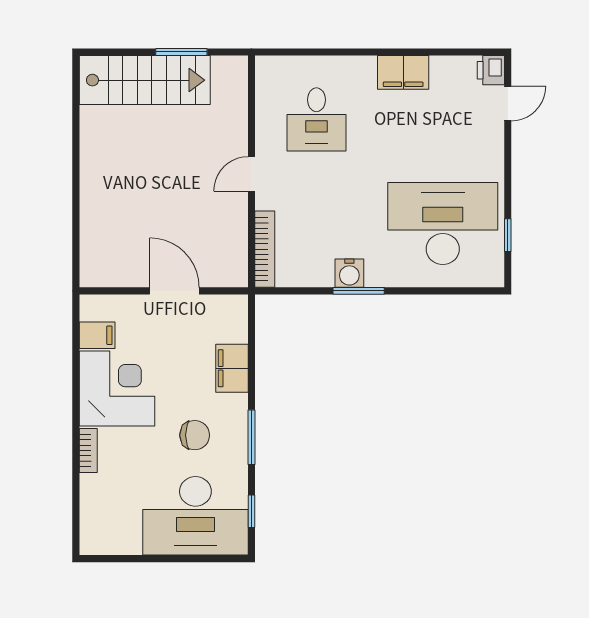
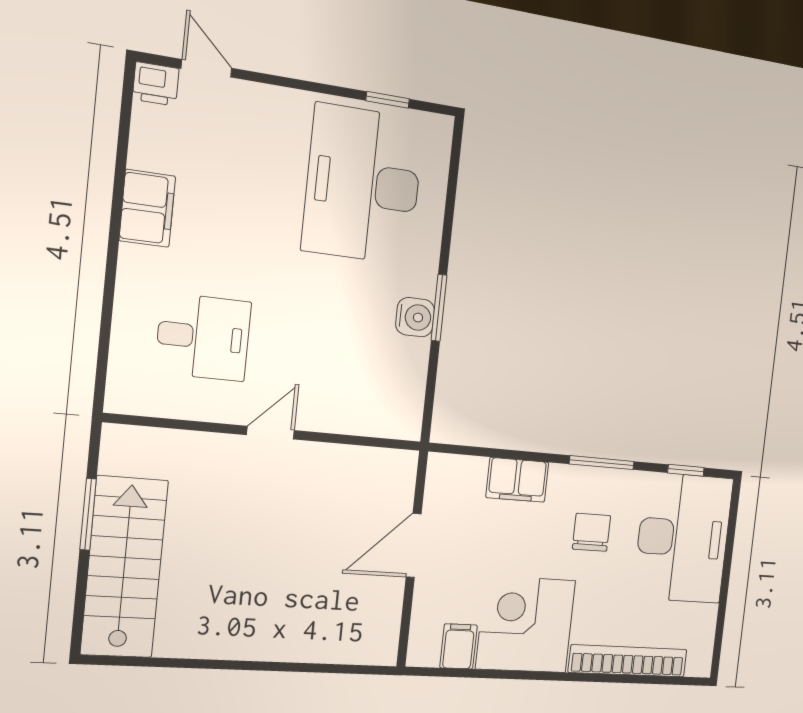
door: (252, 174) -> (270, 433), swing flipped
bookcase: (265, 249) -> (372, 424), removed
bookcase: (88, 451) -> (628, 661), width x2.31, depth x1.31

